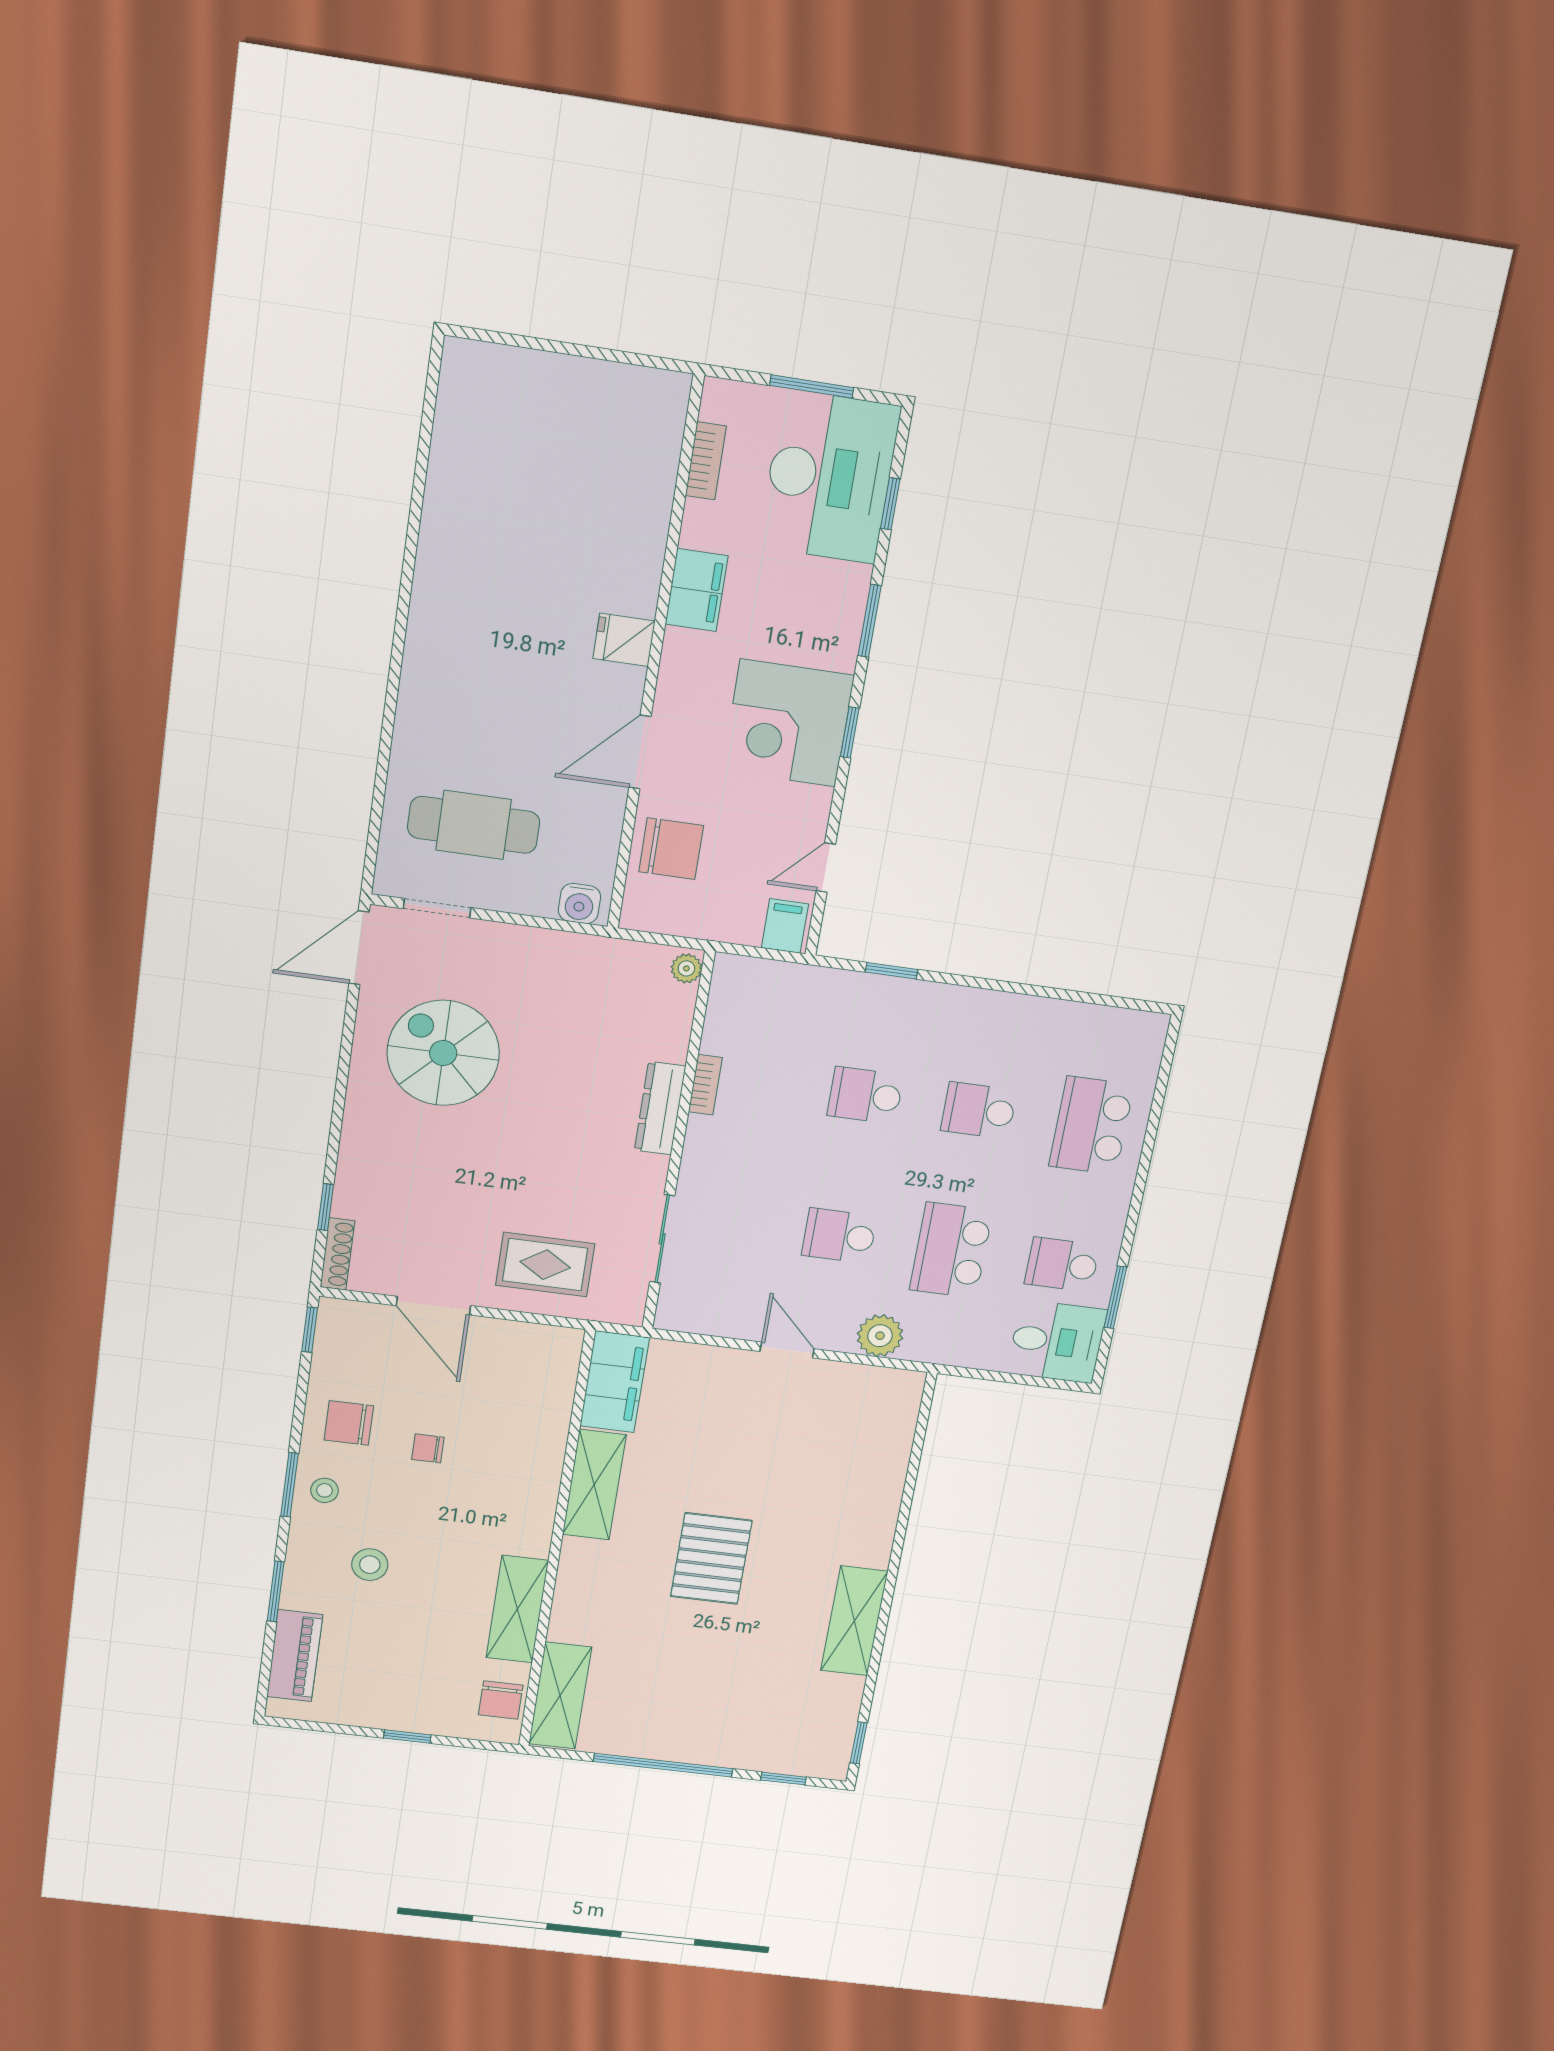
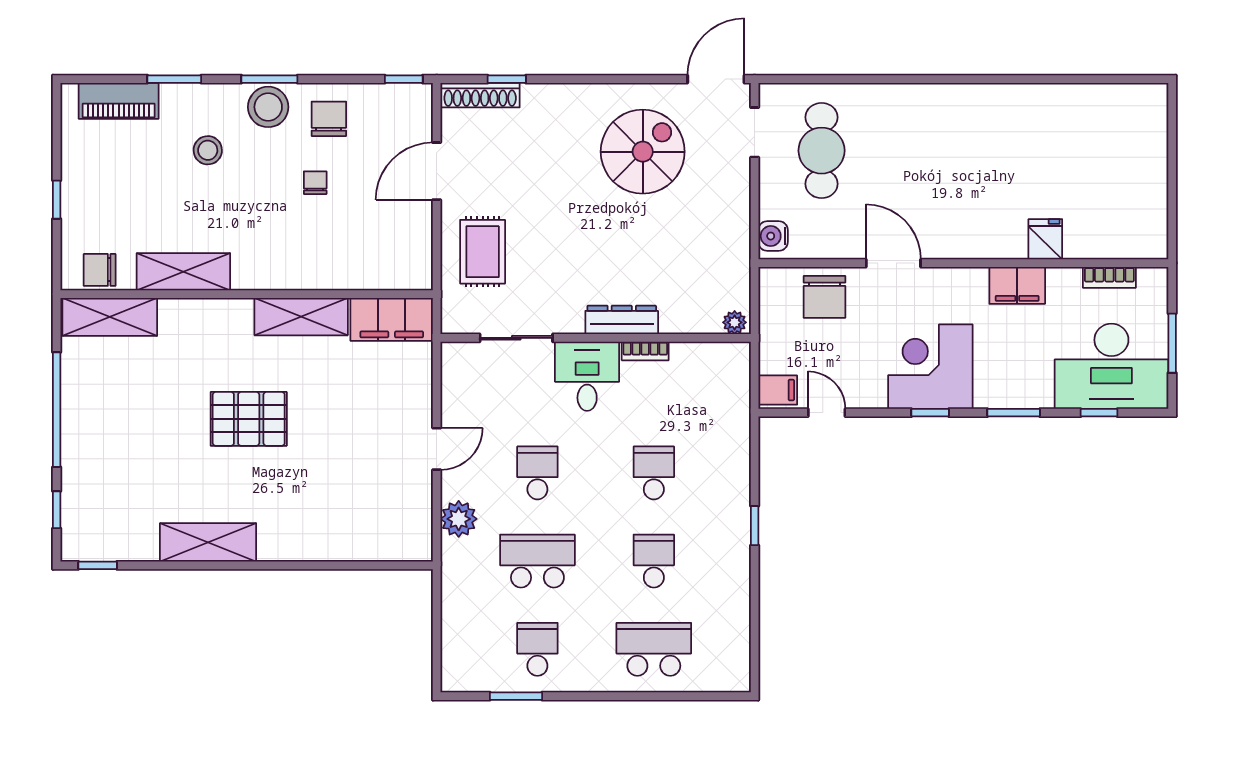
fridge: (624, 640) -> (1045, 239), moved
door: (359, 948) -> (716, 79), hinge flipped
window: (891, 971) -> (755, 526), moved
shoe rack: (337, 1254) -> (480, 95), width x1.36, depth x1.24
desk: (1057, 1341) -> (587, 376), moved, turned 180
stool: (325, 1490) -> (268, 107), width x1.89, depth x1.89

